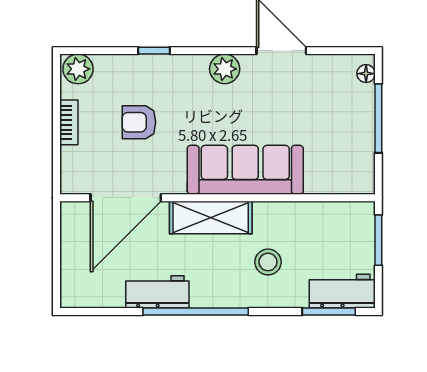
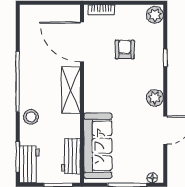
bookcase: (69, 122) -> (101, 10), moved
sofa: (245, 170) -> (98, 146), moved
stool: (268, 262) -> (31, 117), moved
workbench: (157, 292) -> (71, 156), moved, turned 180

